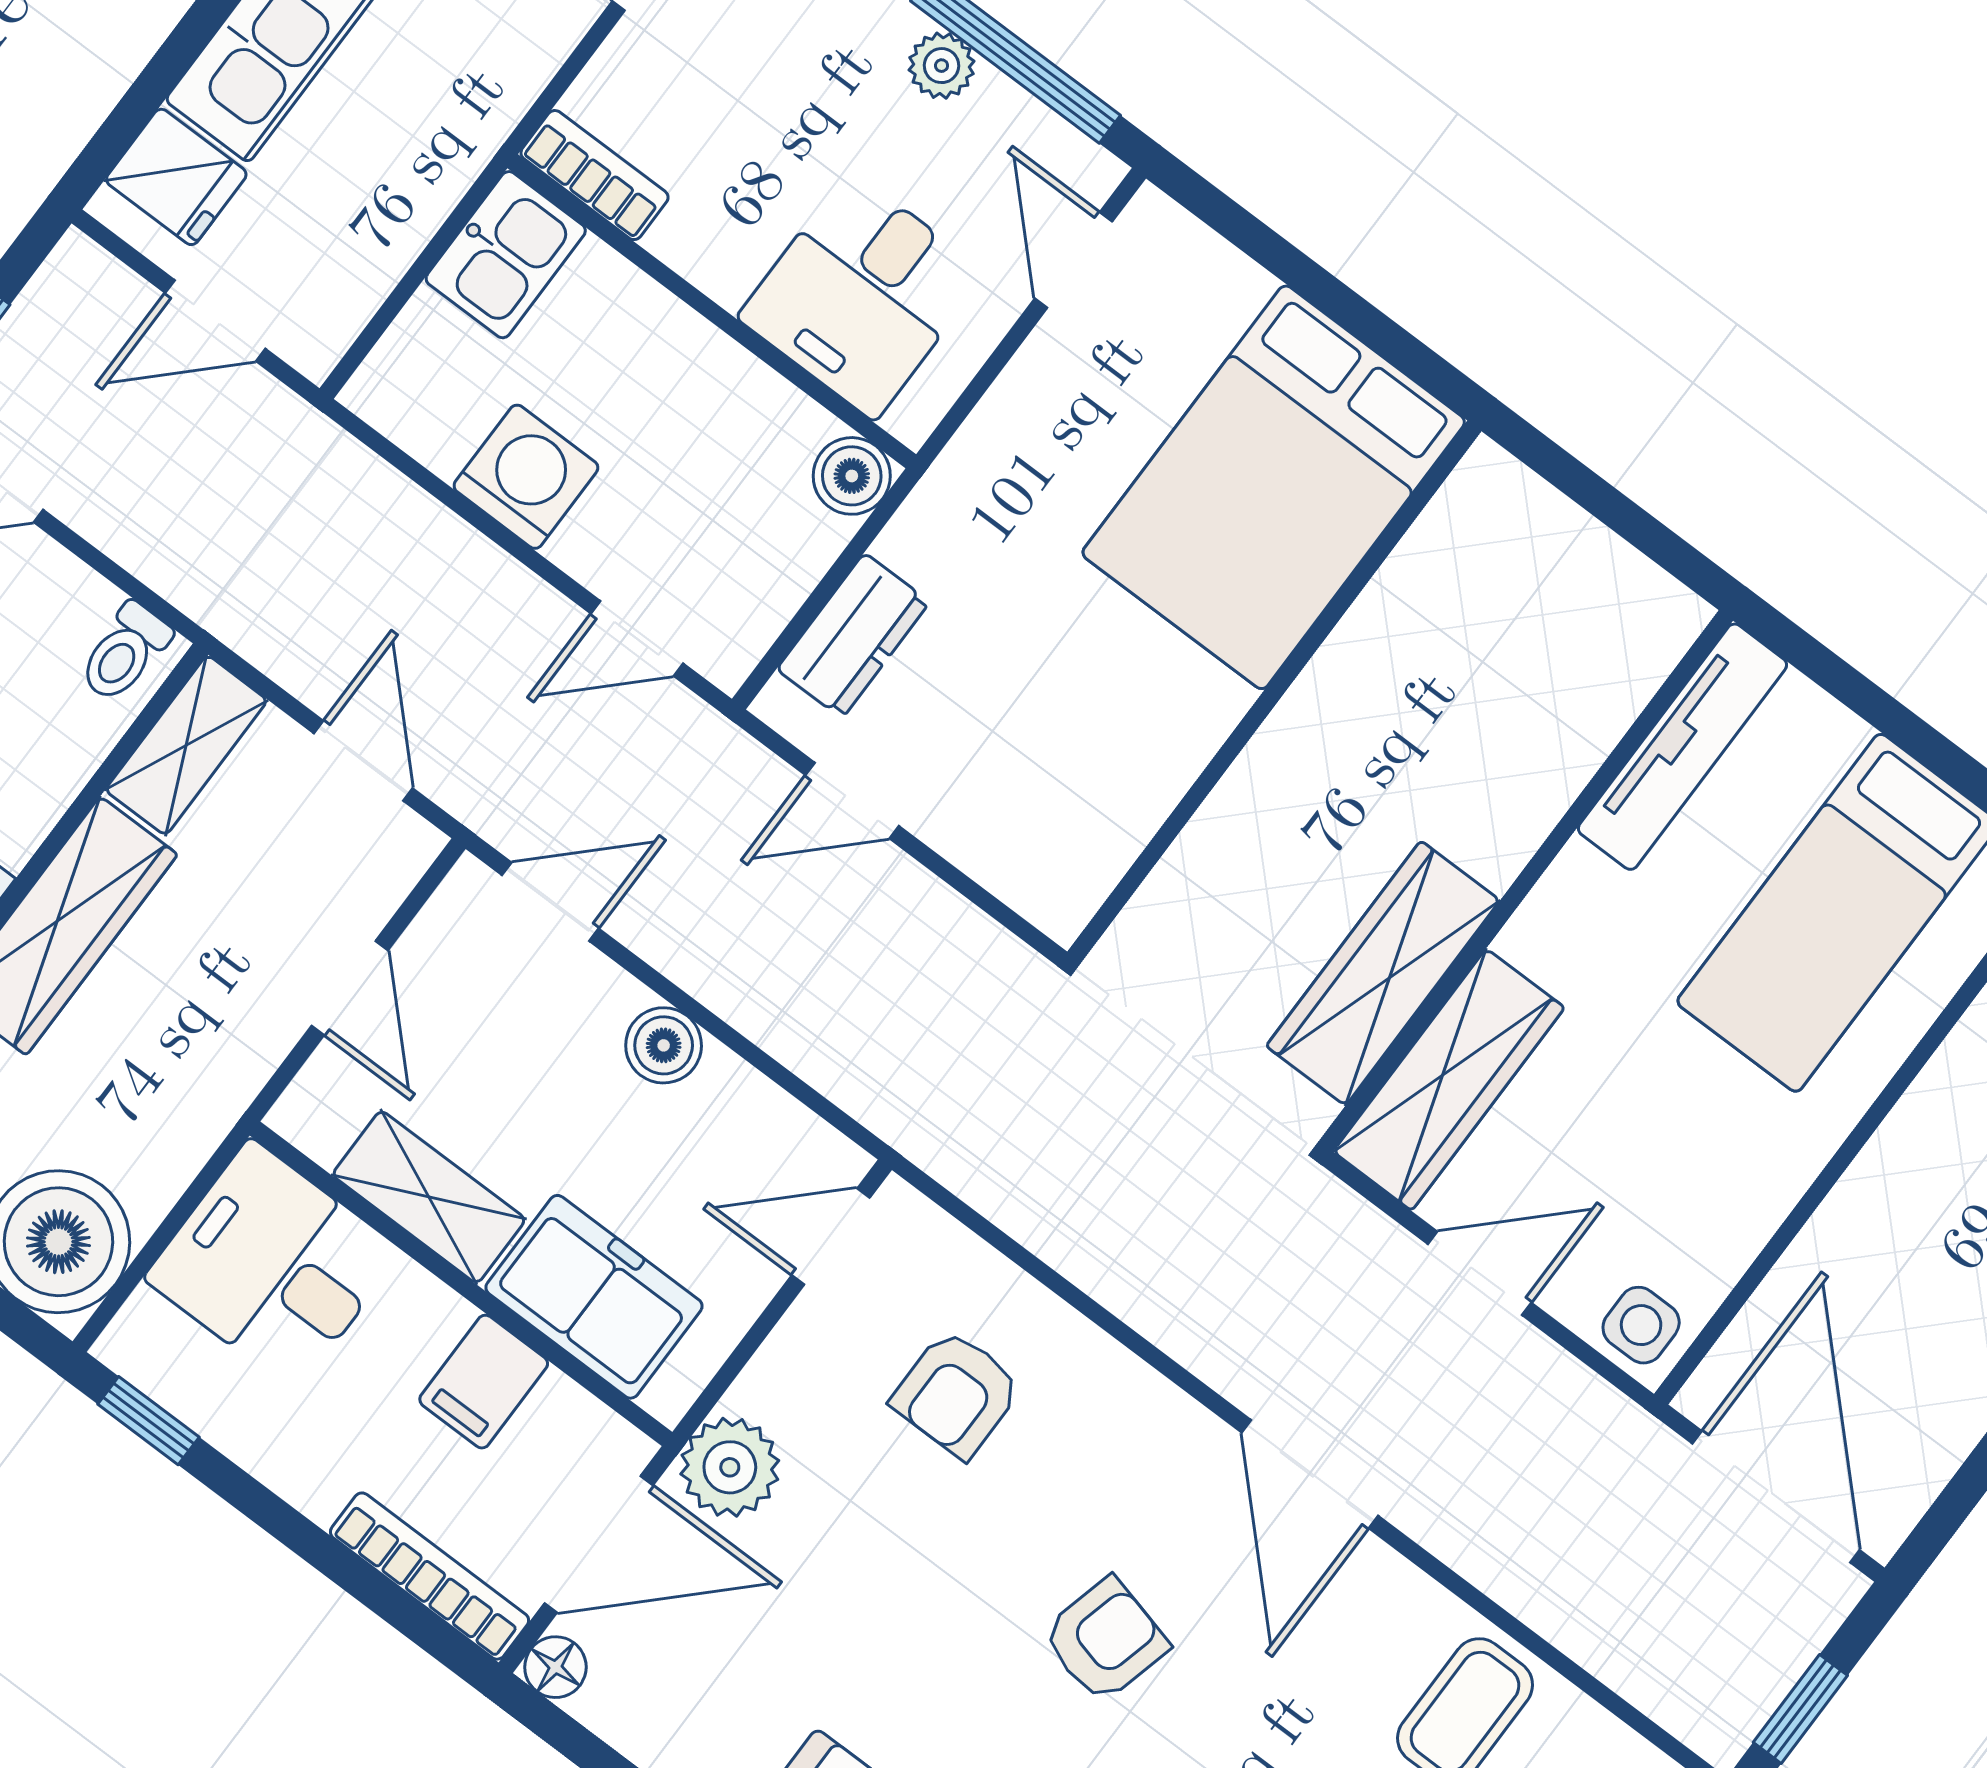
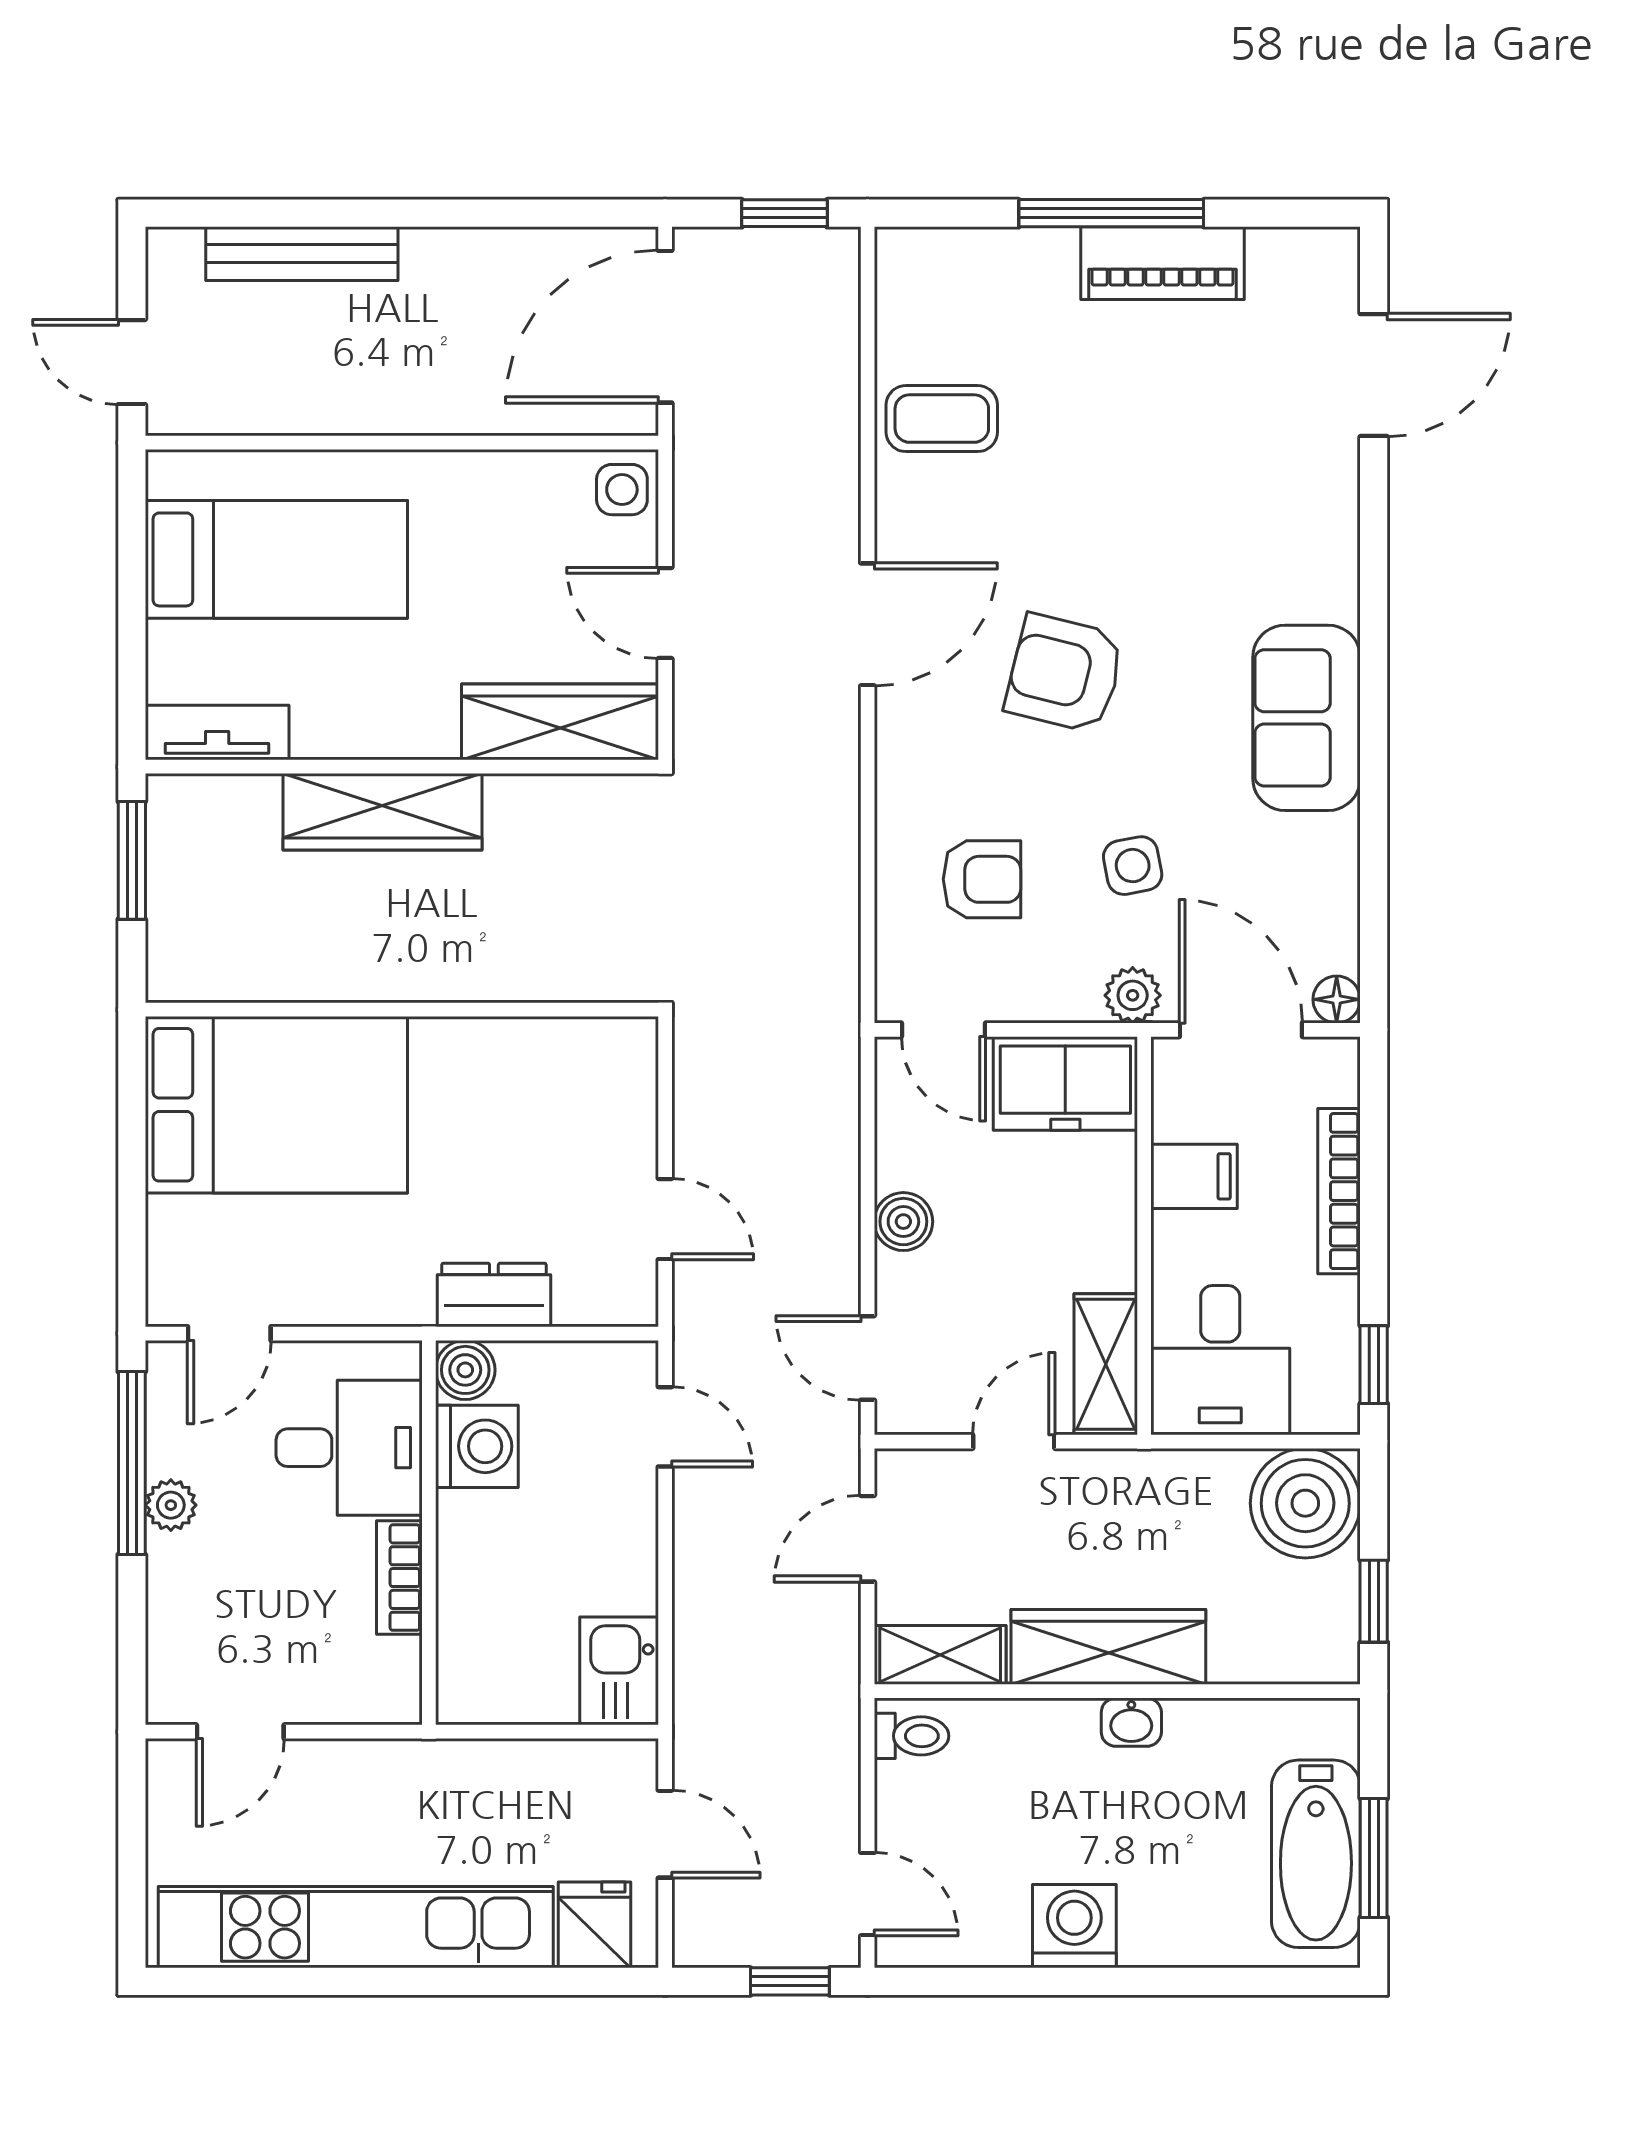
bookcase: (595, 175) -> (399, 1578), moved
kitchen sink: (506, 255) -> (619, 1671), moved, turned -90
washing machine: (526, 477) -> (477, 1446), moved, turned 180
window: (1639, 528) -> (132, 860), added
dresser: (853, 636) -> (494, 1295), moved
tv unit: (1682, 747) -> (217, 732), width x0.71
wardrobe: (1383, 973) -> (382, 812), moved
shelving: (429, 1197) -> (1106, 1364), moved
freezer: (594, 1297) -> (1065, 1083), moved, turned -90
plant: (730, 1467) -> (1133, 995), width x0.73, depth x0.73
side table: (853, 1560) -> (1133, 866), added
bookcase: (430, 1576) -> (1339, 1191), moved
armchair: (1105, 1640) -> (1065, 673), width x1.38, depth x1.38

